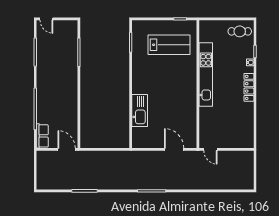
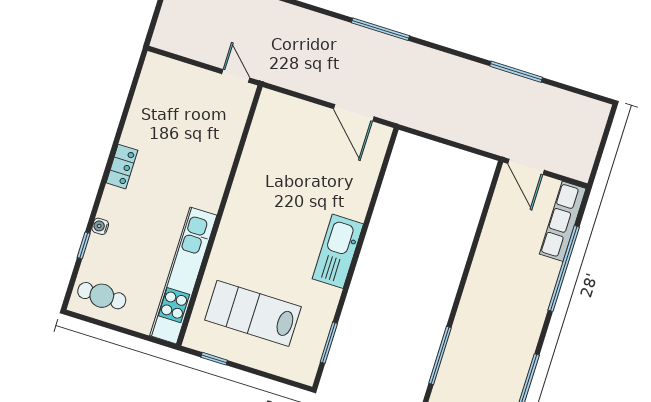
kitchen unit: (206, 74) -> (183, 275), moved
locker: (249, 87) -> (122, 167), width x0.66
kitchen sink: (140, 110) -> (338, 251), moved
row of seats: (42, 136) -> (563, 221), width x1.48
door: (174, 149) -> (354, 113), moved

